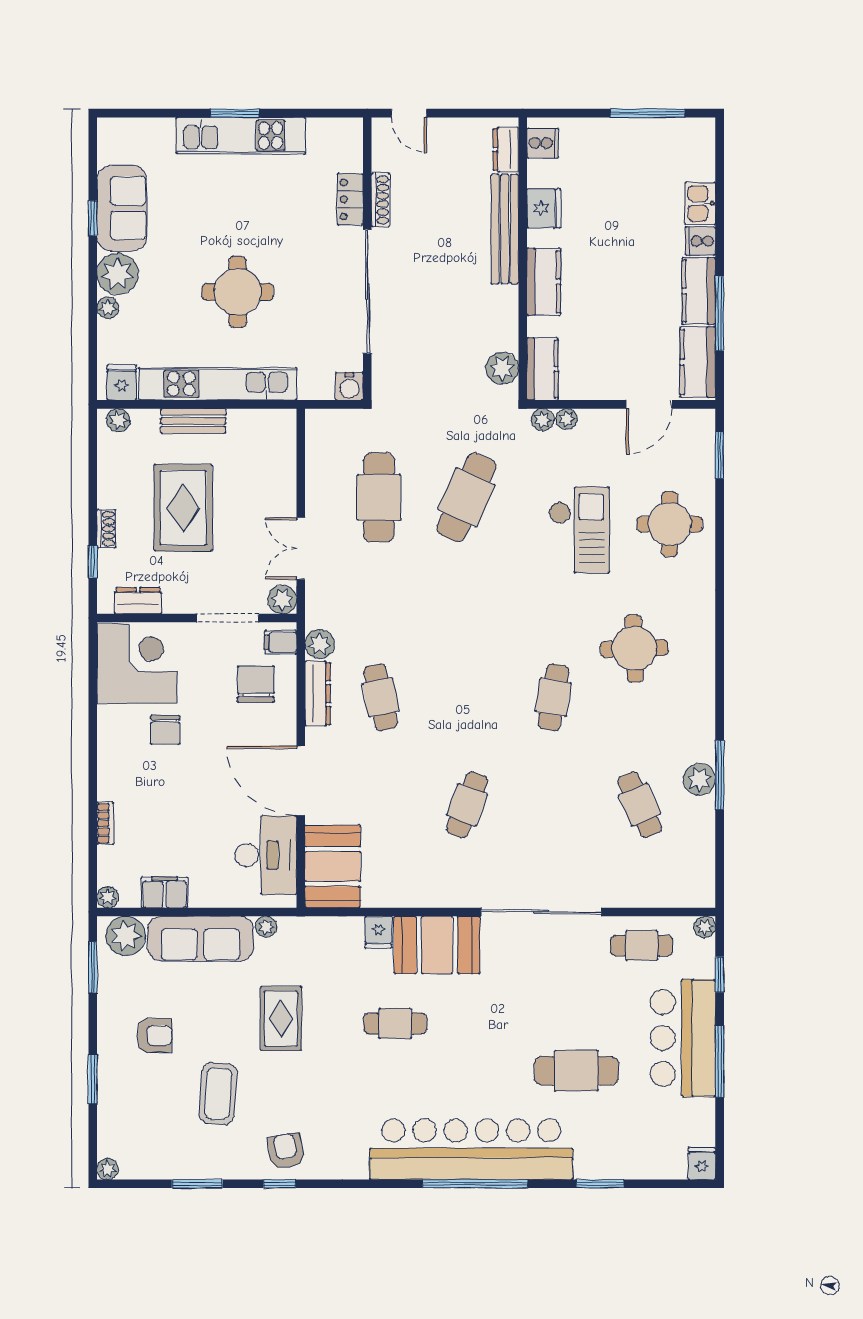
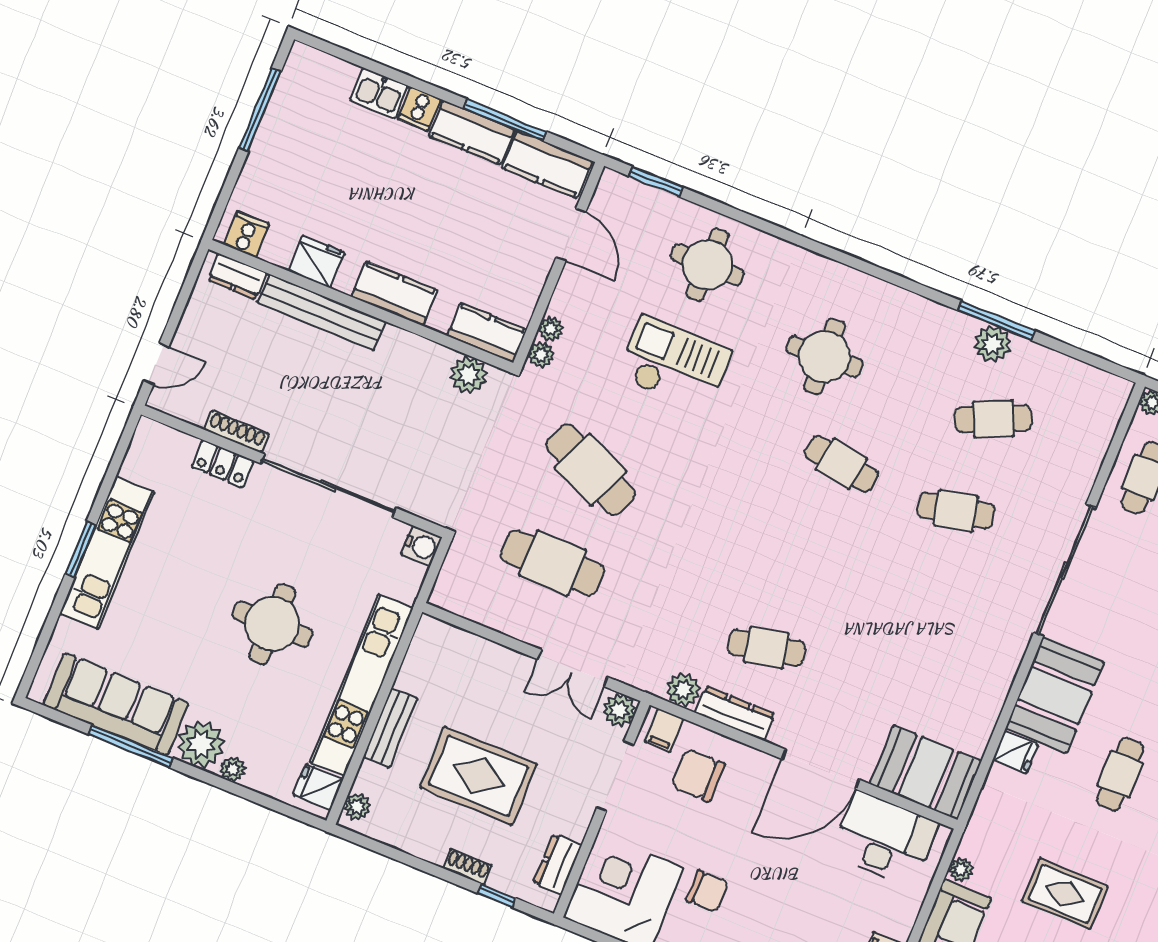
sofa: (122, 208) -> (116, 704), width x1.36
window: (93, 218) -> (131, 746), width x2.17
cafe table: (467, 805) -> (956, 511), moved, turned -33

